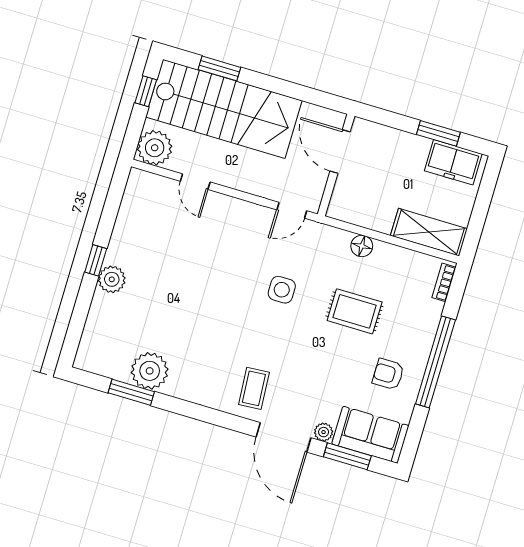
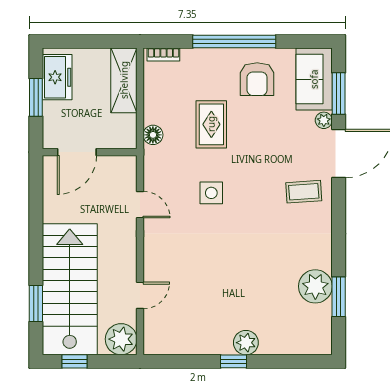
door: (340, 152) -> (77, 152), moved
wall: (336, 165) -> (90, 152), moved
armchair: (388, 374) -> (257, 79), width x1.38, depth x1.38

